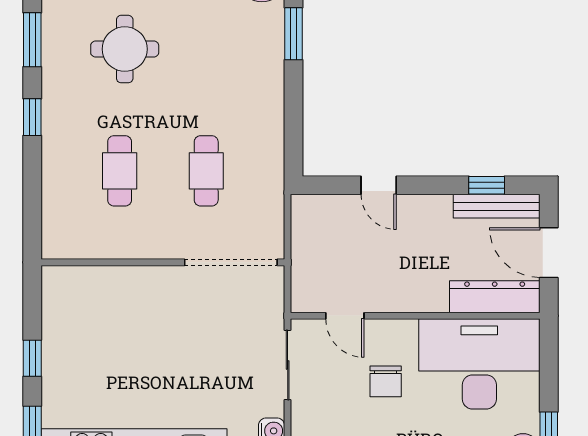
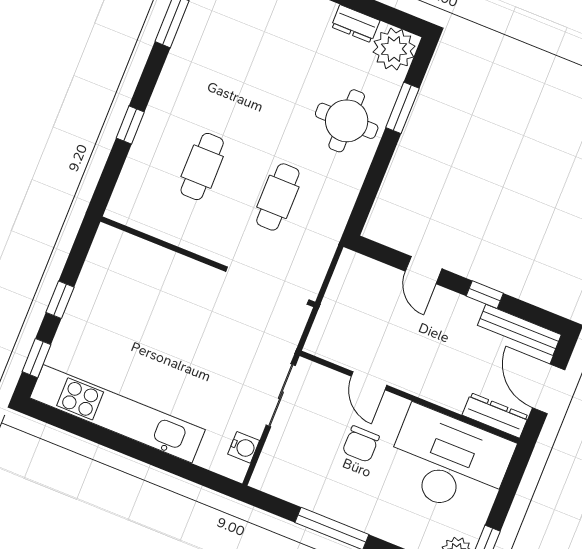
round table: (125, 49) -> (347, 121), moved
window: (32, 117) -> (130, 125), moved
window: (487, 185) -> (485, 295), moved
dresser: (495, 297) -> (495, 415), width x0.73, depth x0.80
door: (345, 316) -> (369, 381), moved

